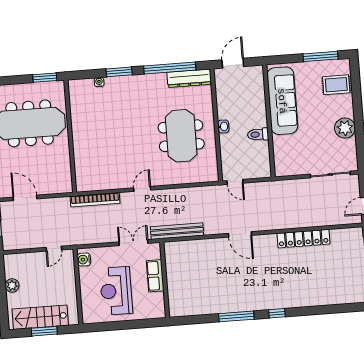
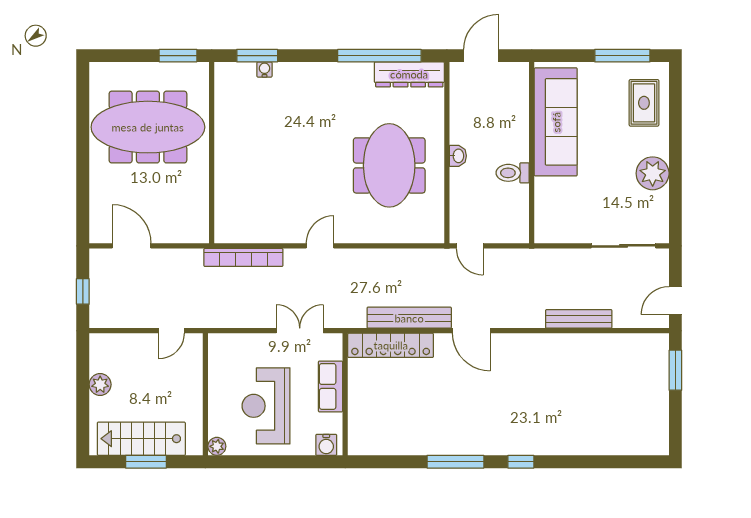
window: (119, 72) -> (257, 56), moved
rug: (336, 85) -> (644, 103), turned 90
bench: (306, 222) -> (579, 319), added
bench: (177, 231) -> (409, 318), moved
locker: (303, 239) -> (391, 345), moved
water cooler: (84, 260) -> (326, 445), moved, turned -90
plant: (87, 318) -> (217, 446), added

